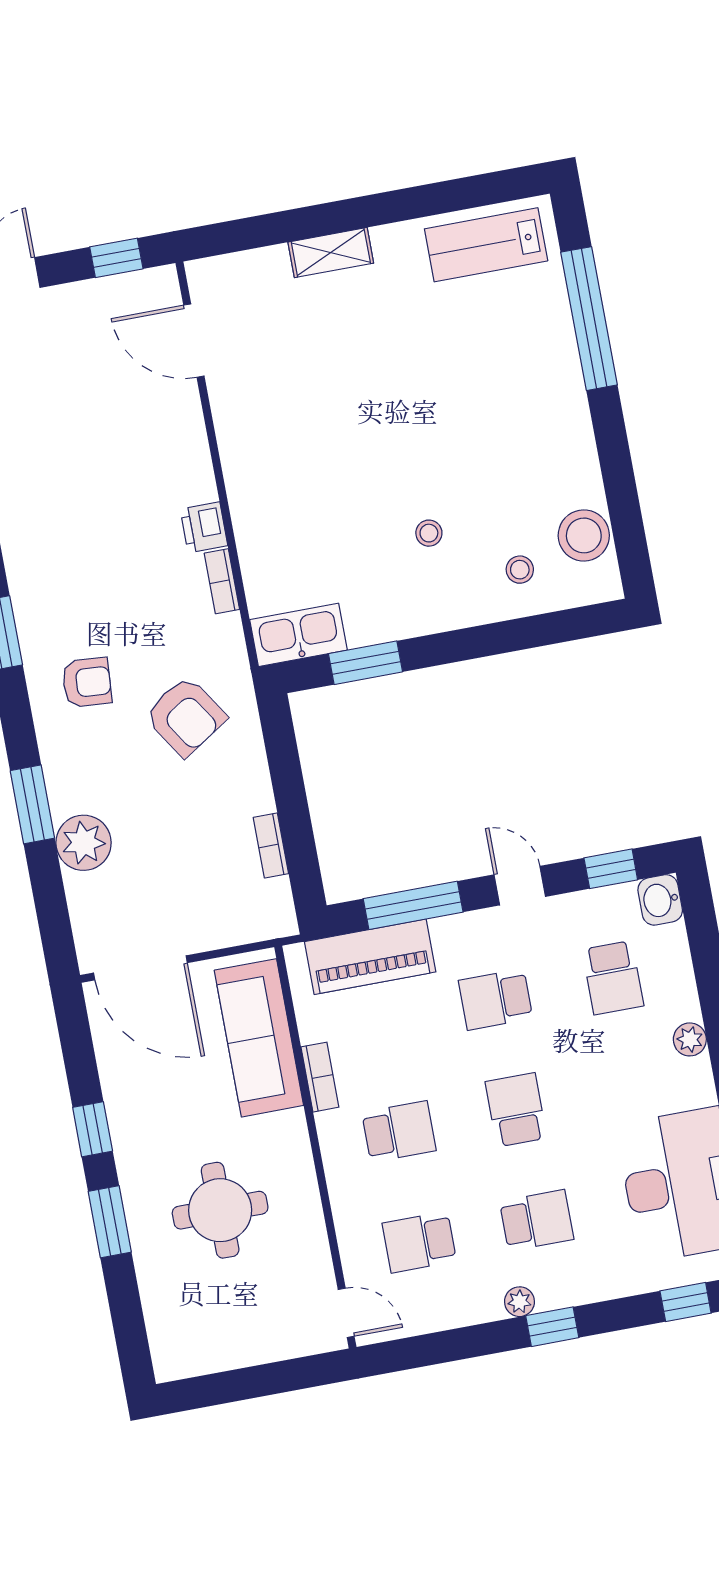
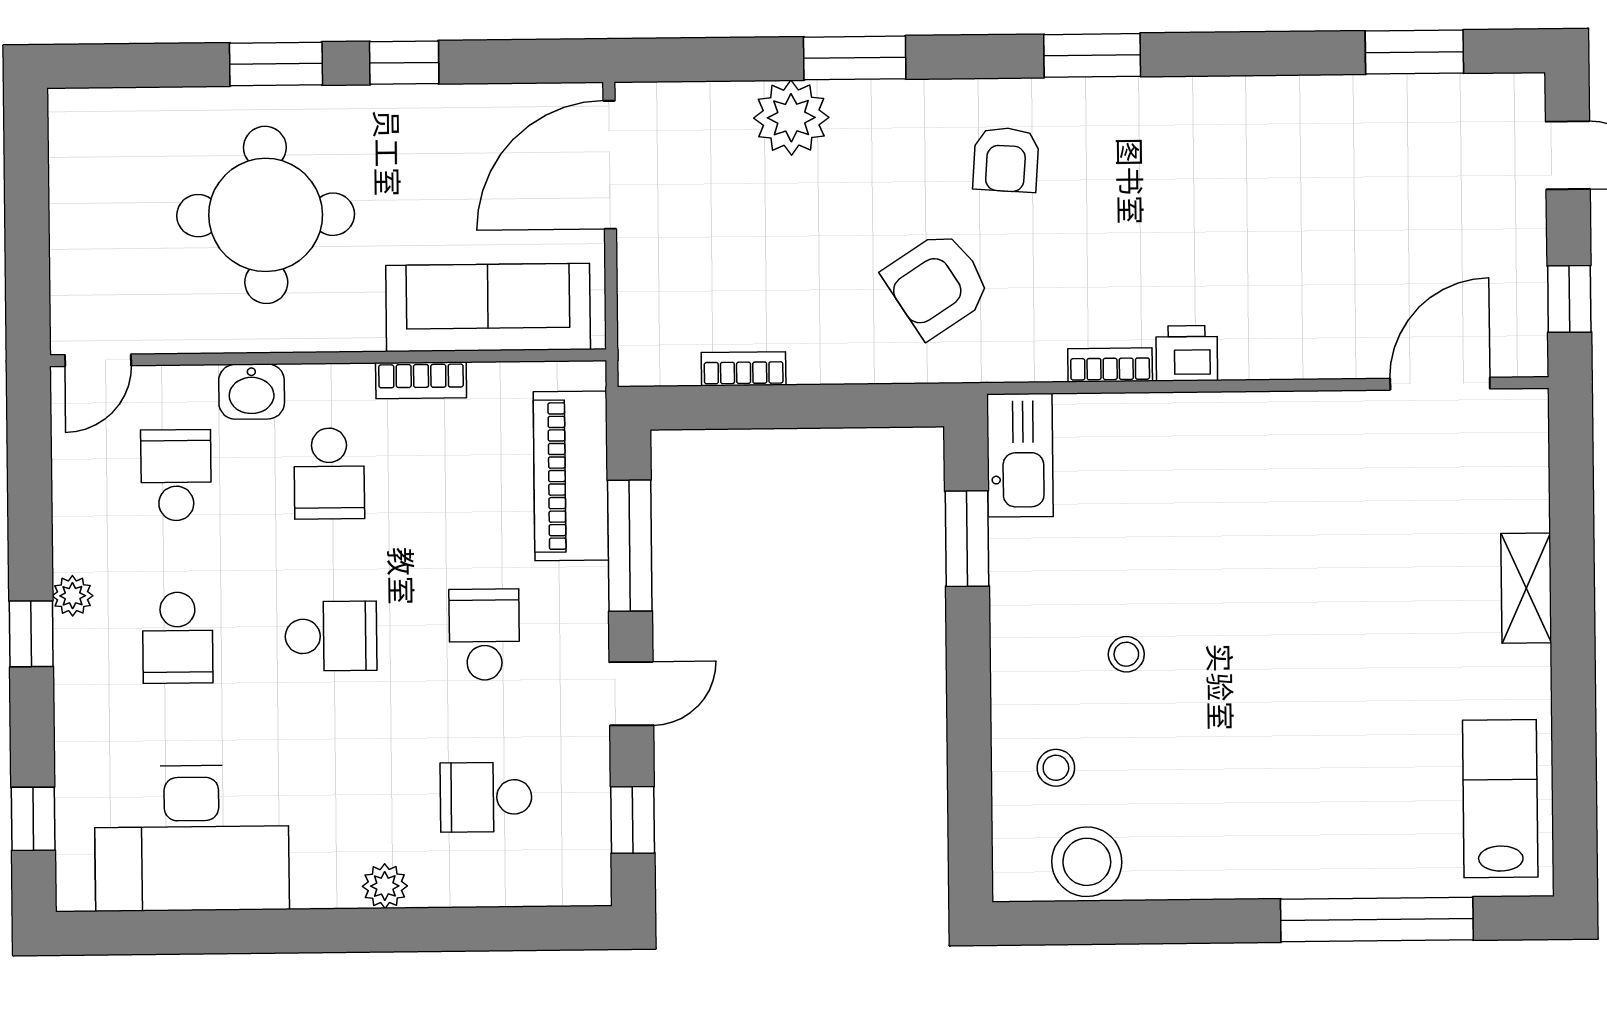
washbasin: (660, 900) -> (252, 392), moved, turned 180
round table: (220, 1210) -> (266, 215), width x1.36, depth x1.36

